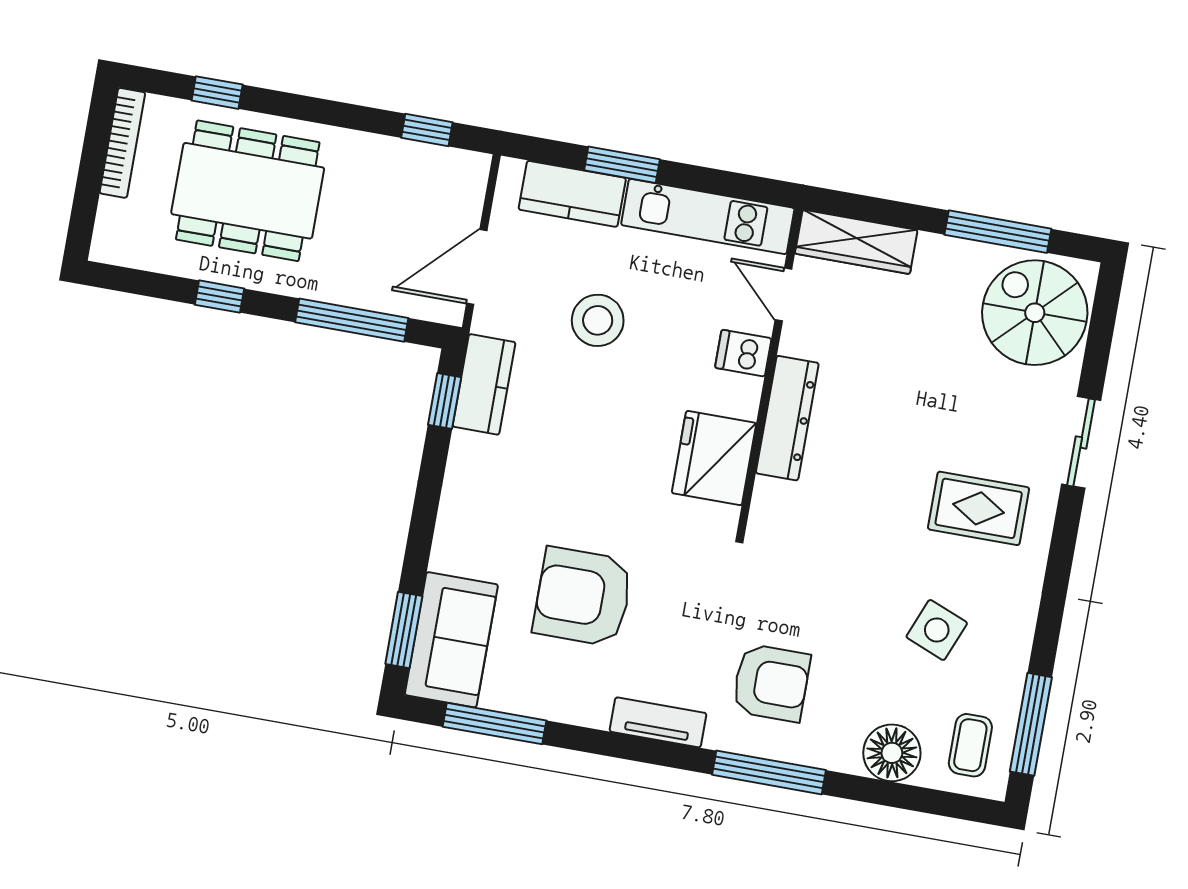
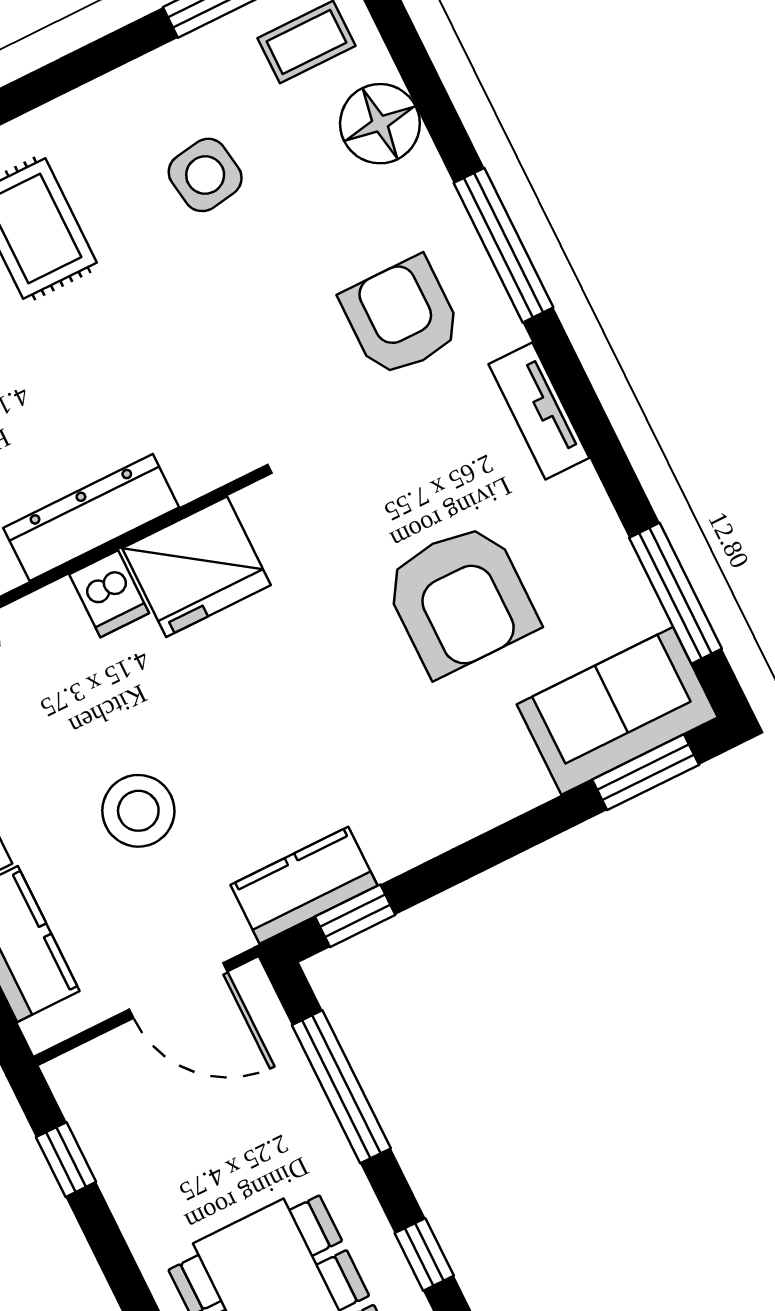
dishwasher: (743, 353) -> (109, 594), moved
side table: (937, 630) -> (205, 175), turned -31

